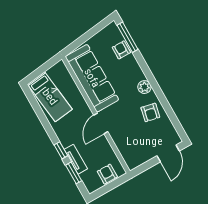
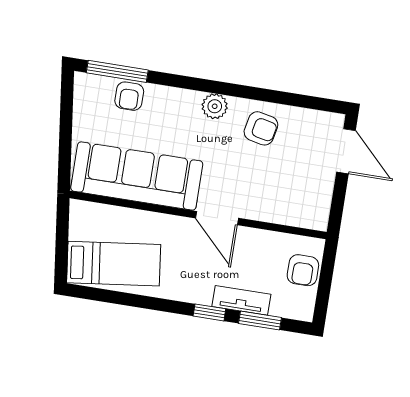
armchair: (121, 50) -> (129, 96), turned -90
armchair: (107, 174) -> (303, 270), turned -90

